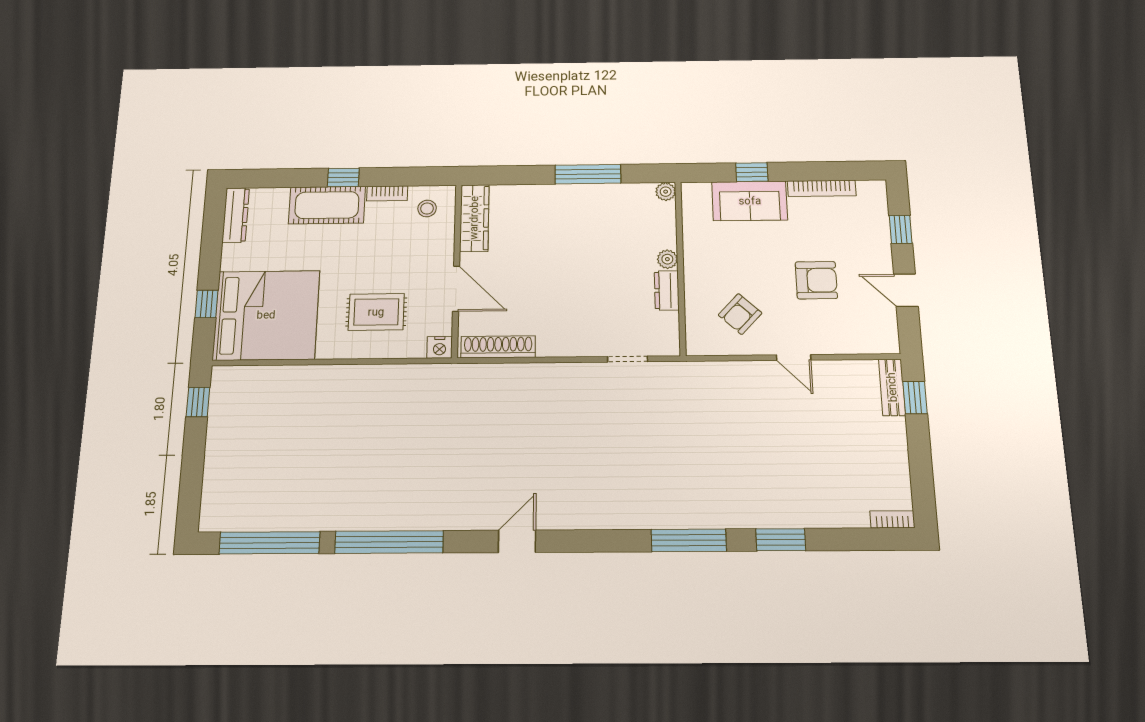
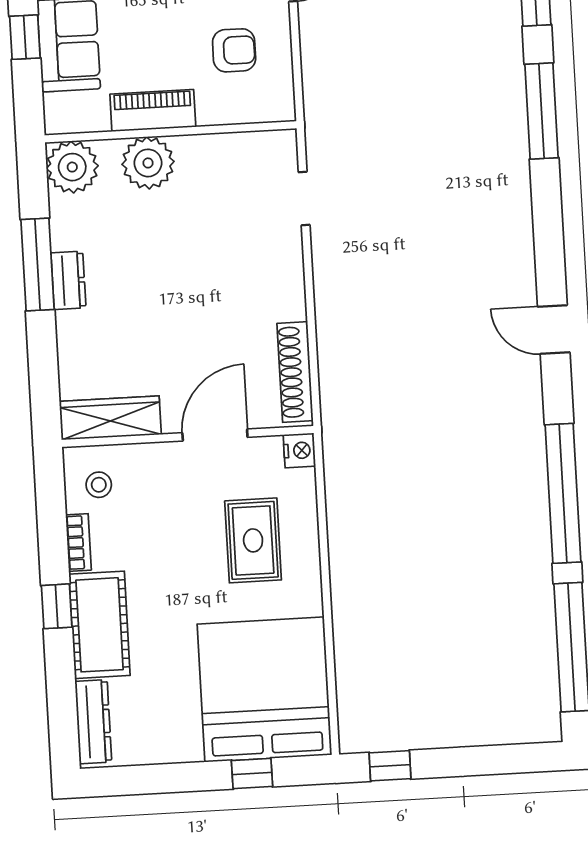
plant: (666, 192) -> (72, 167), width x1.87, depth x1.87
dresser: (236, 215) -> (93, 722), moved, turned 90
piano: (697, 256) -> (153, 111), added
plant: (667, 259) -> (148, 163), width x1.88, depth x1.88
dresser: (667, 290) -> (68, 280), moved, turned -90
armchair: (740, 314) -> (234, 50), turned -43

